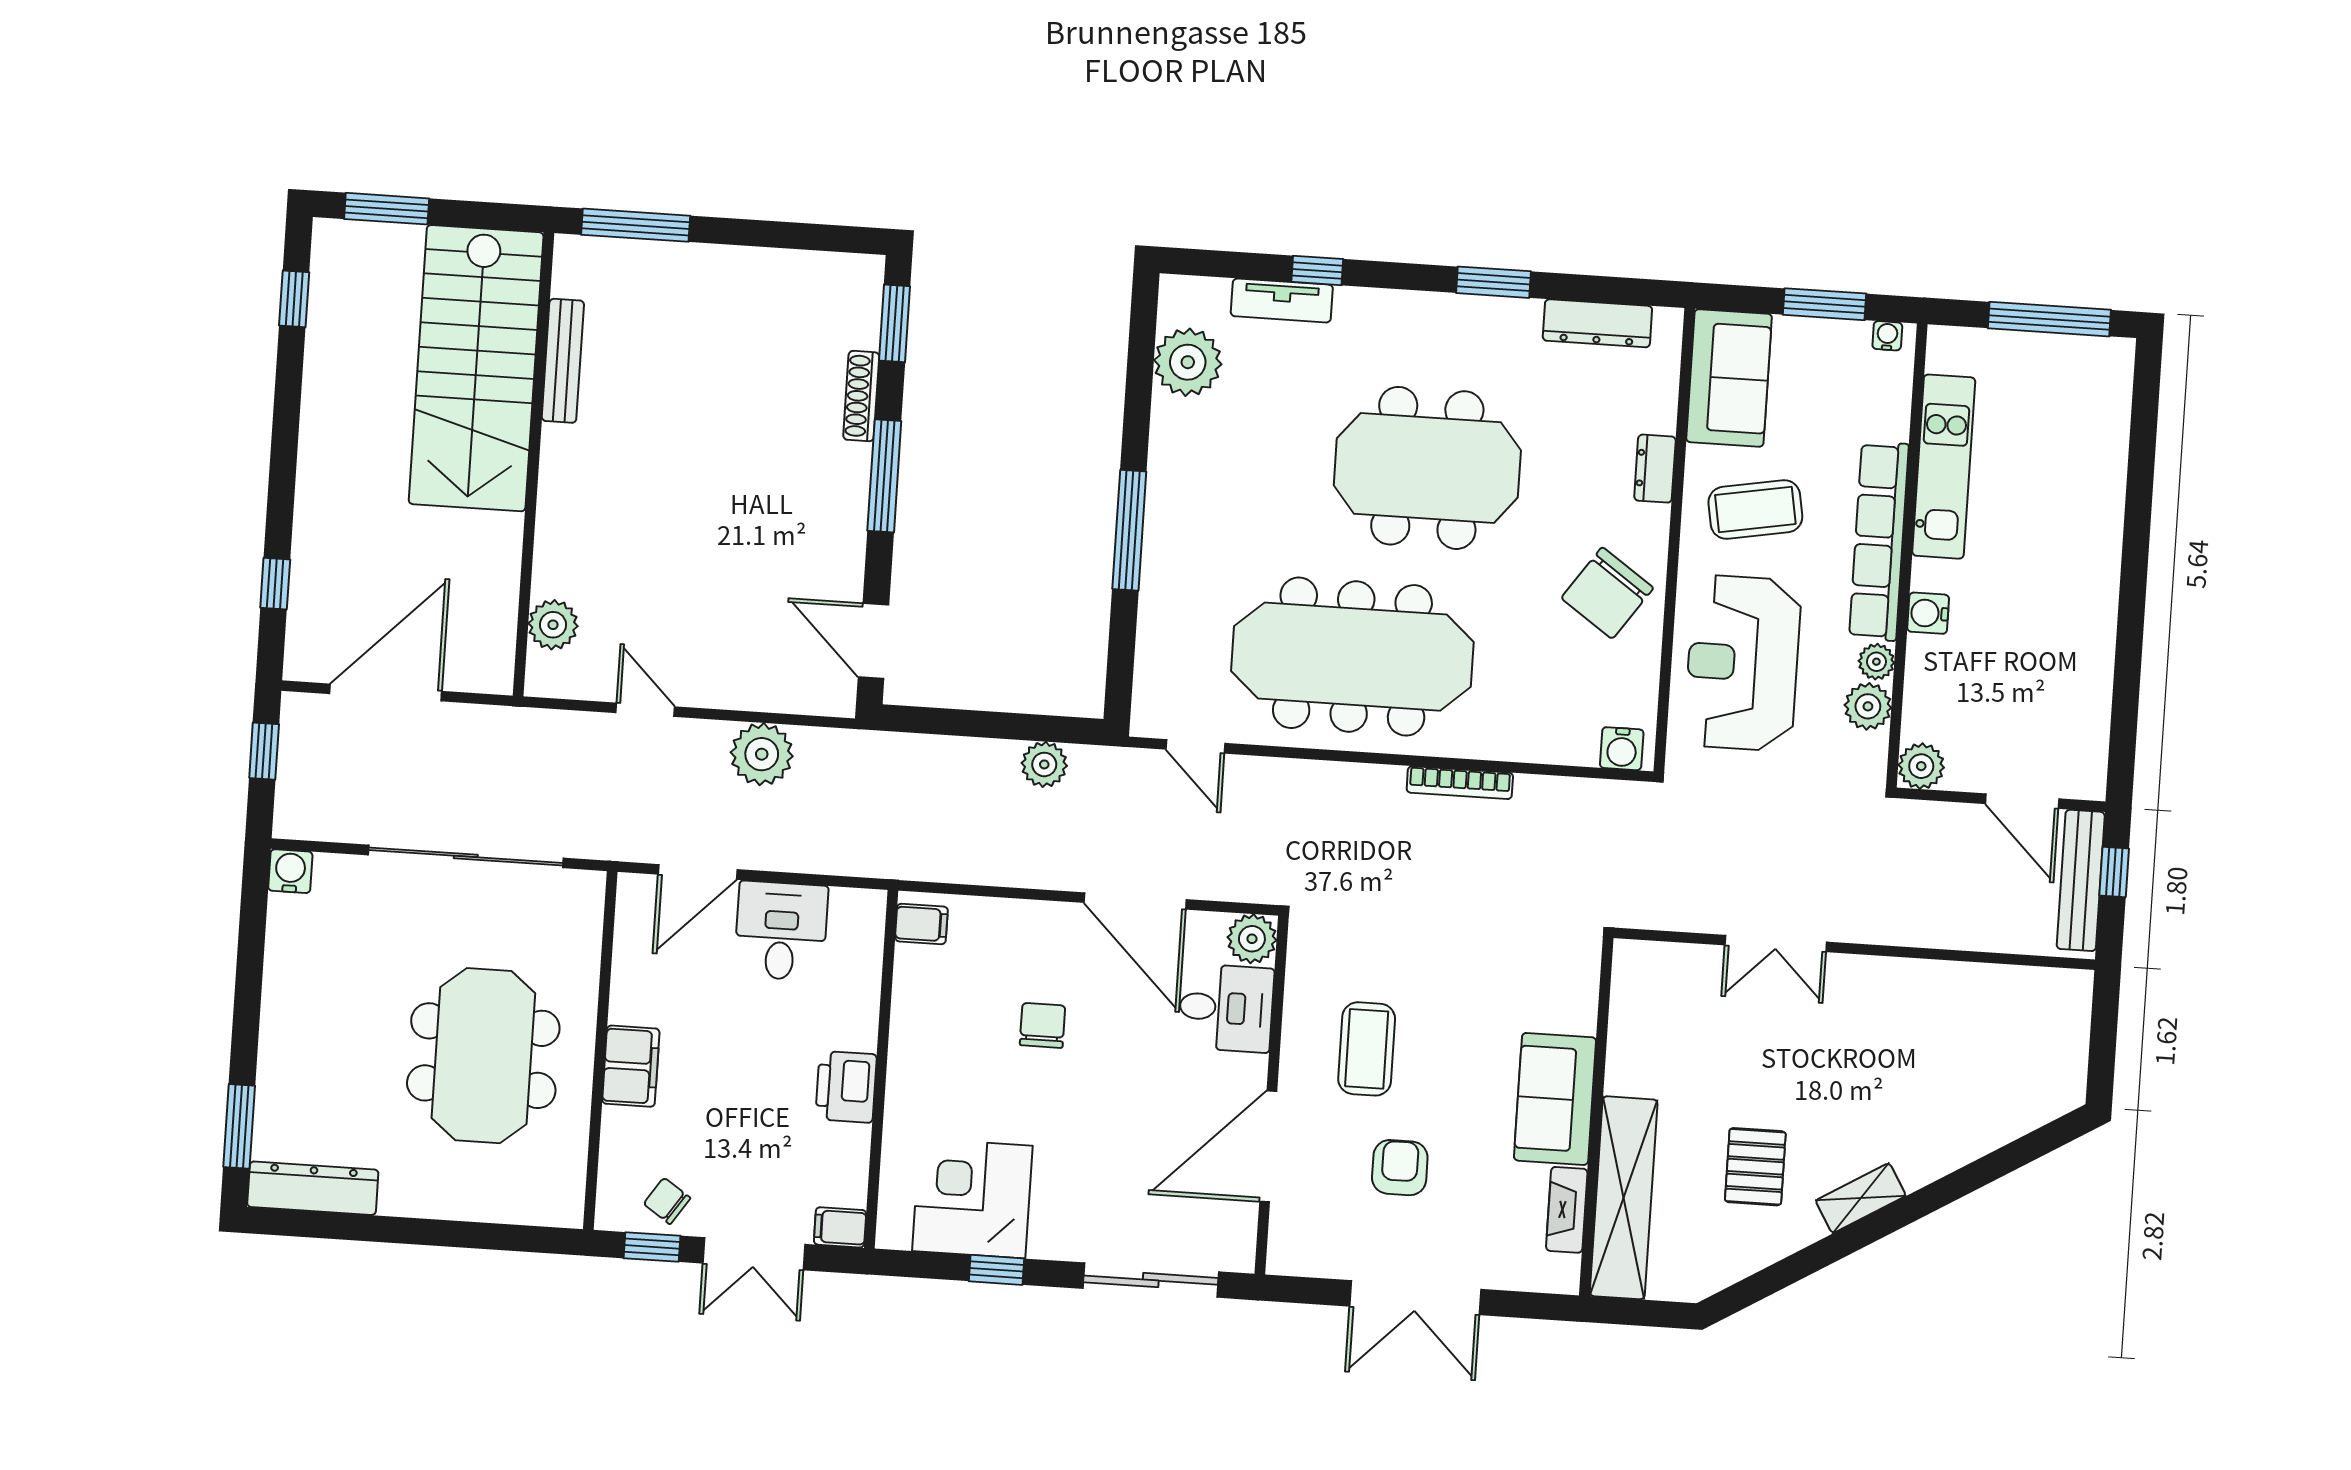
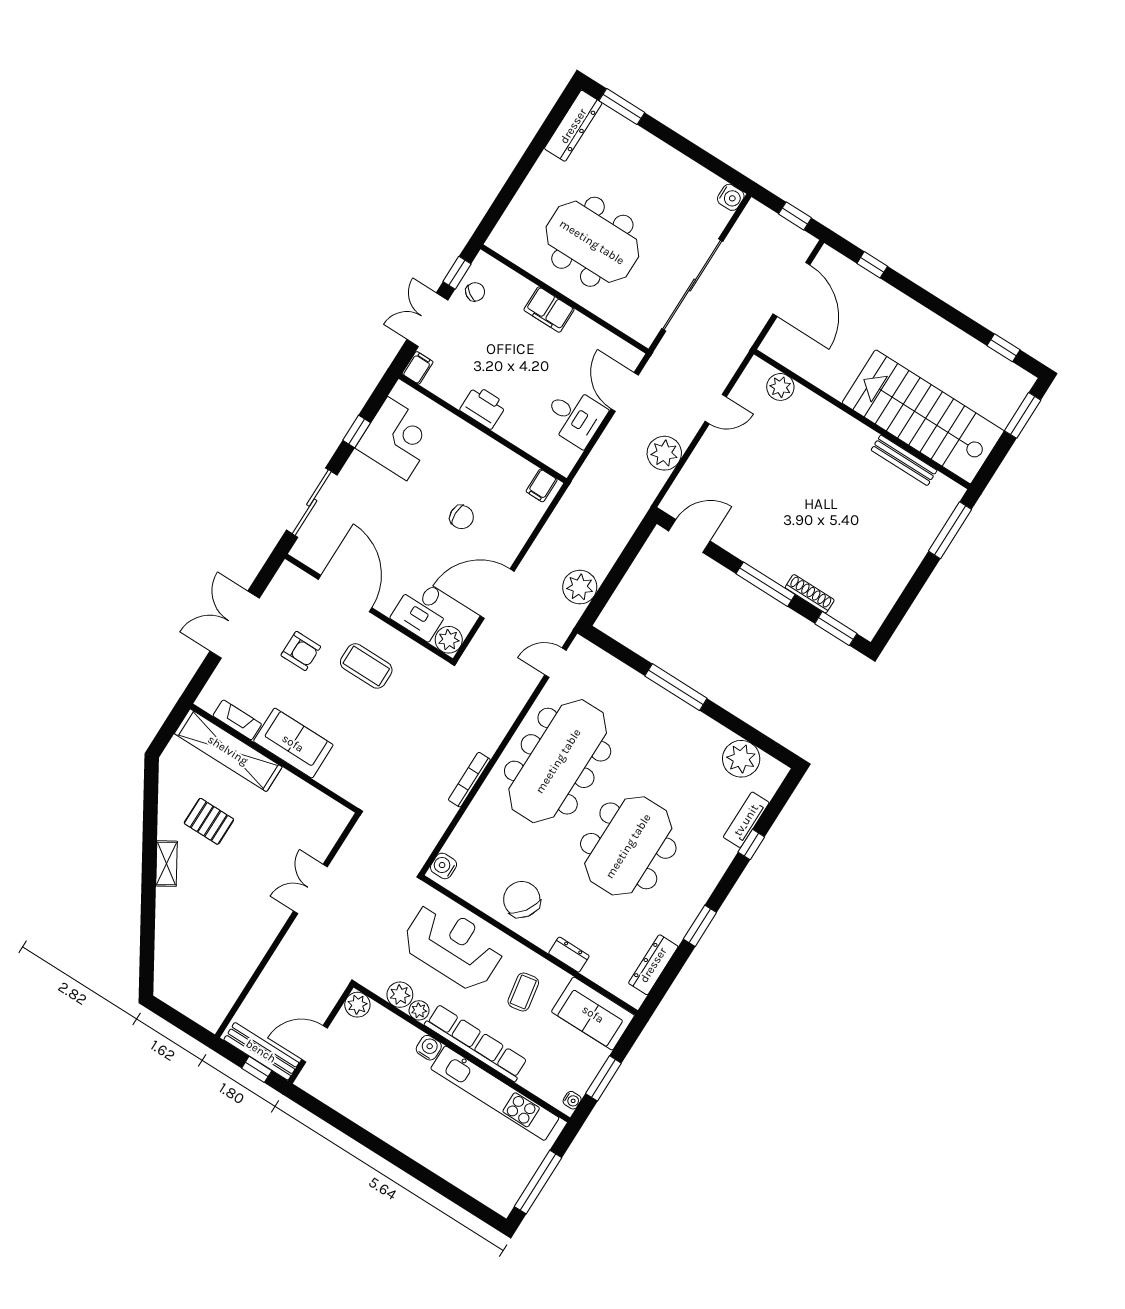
kitchen unit: (1944, 467) -> (495, 1093), width x1.36
coffee table: (1755, 510) -> (523, 992), width x0.73, depth x0.77
plant: (1044, 764) -> (580, 587), width x1.36, depth x1.36

